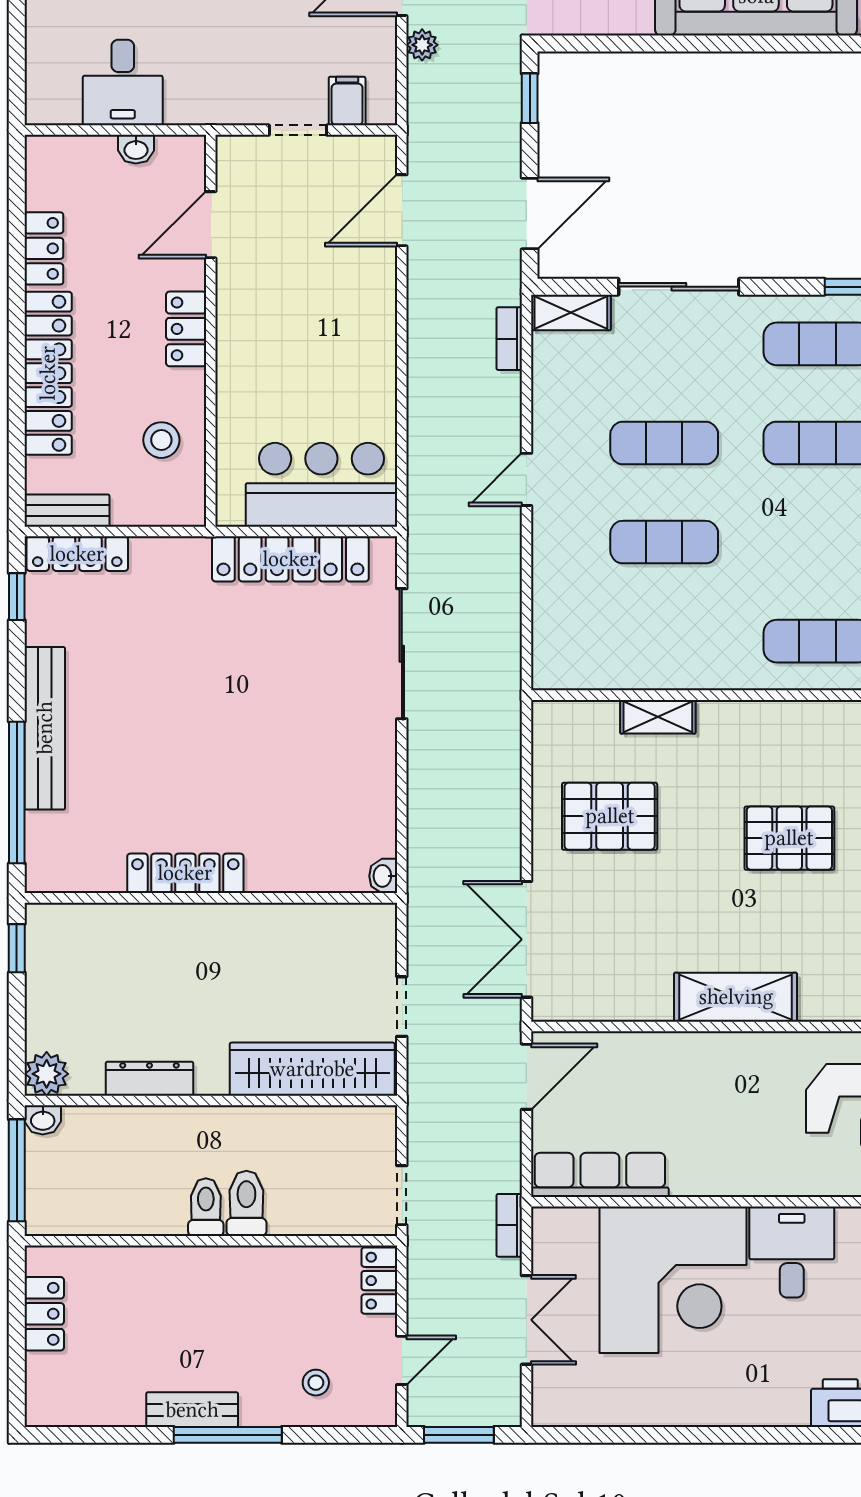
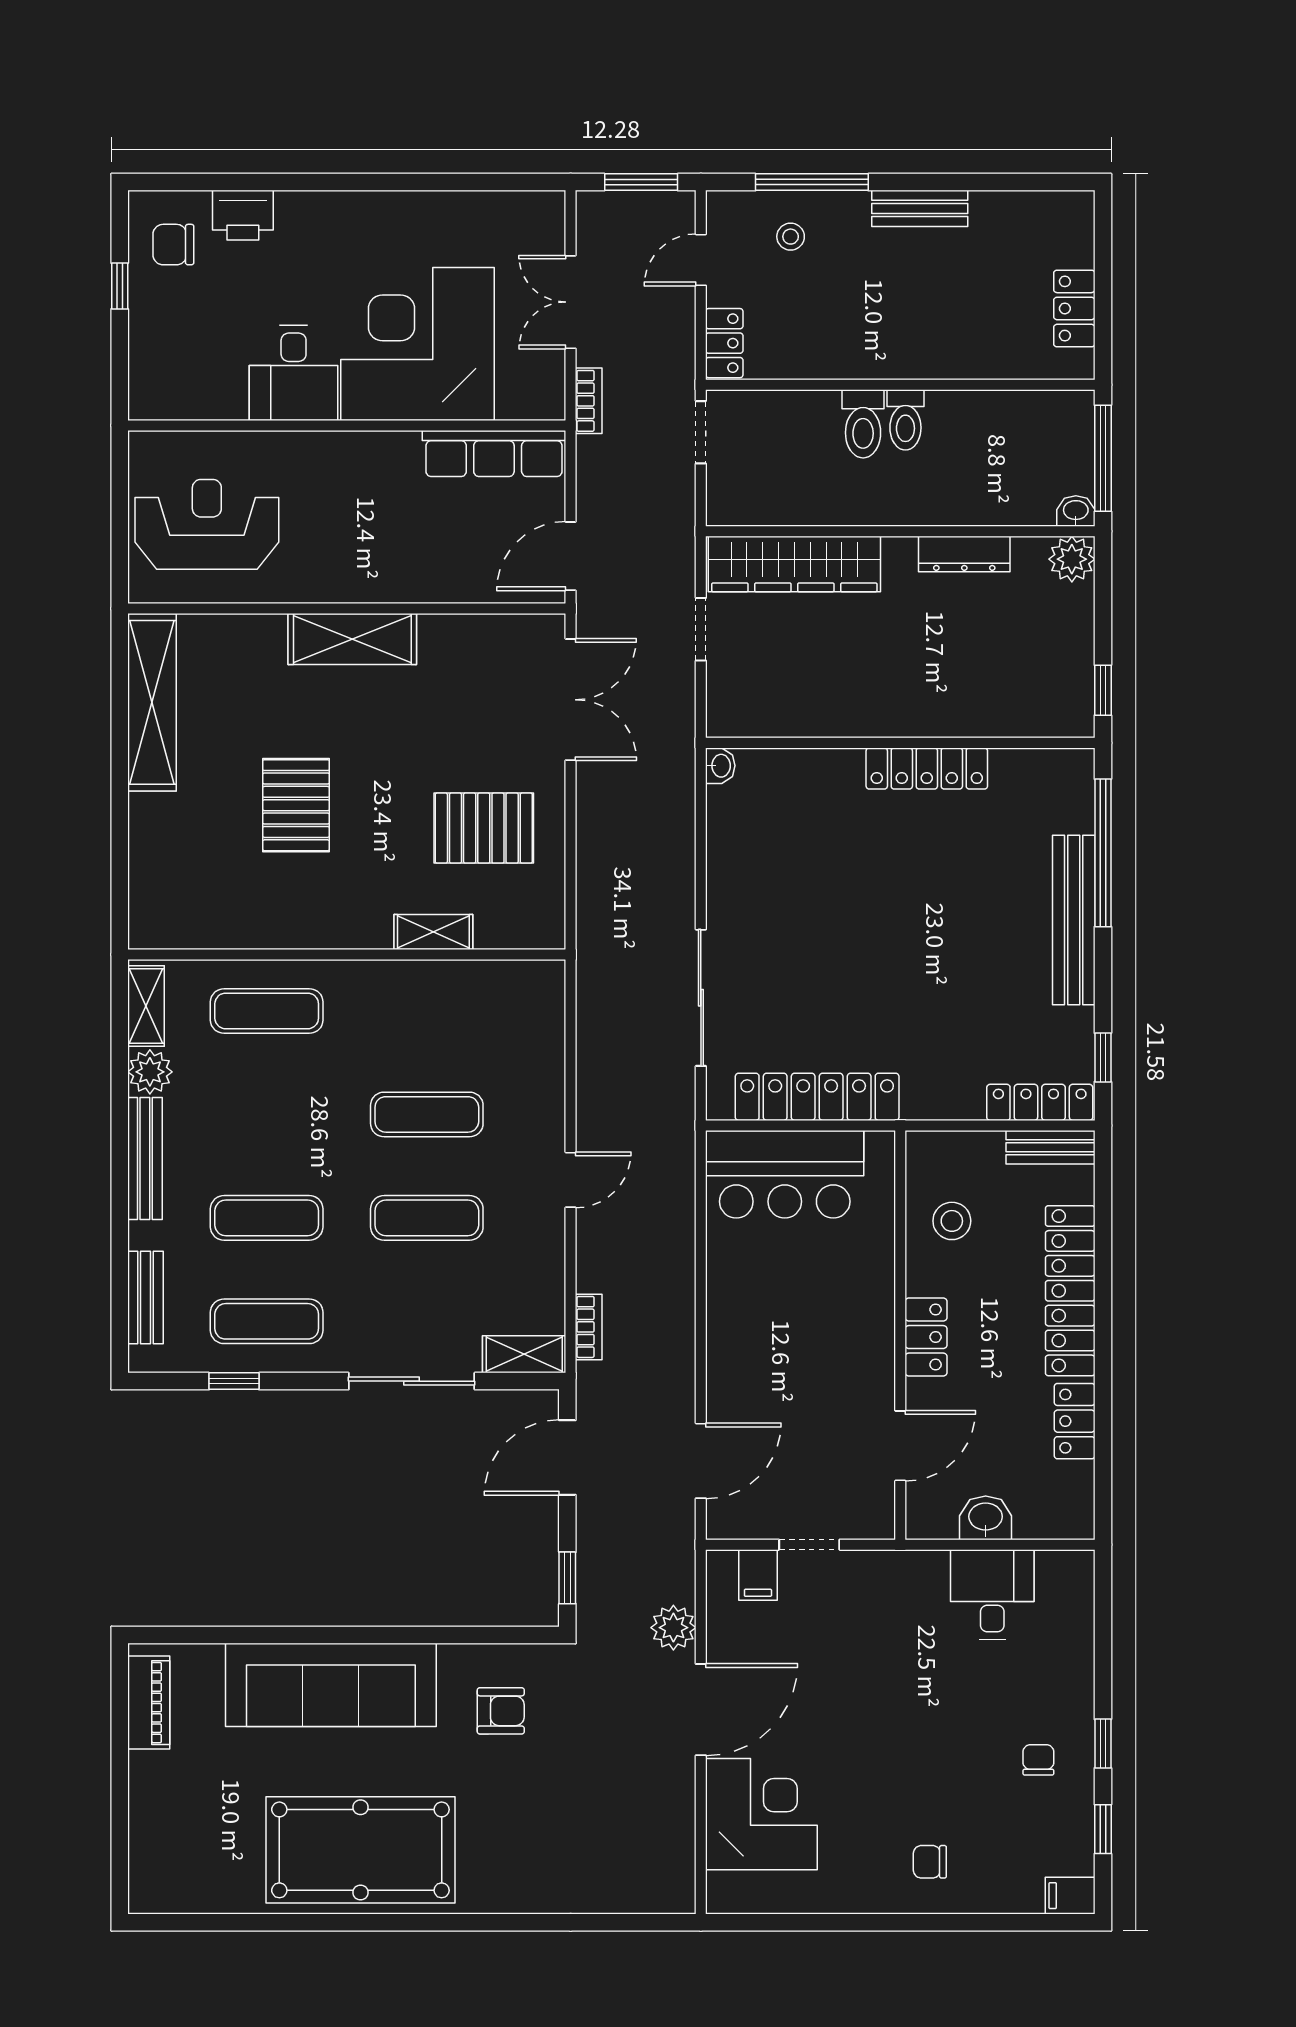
plant: (422, 45) -> (673, 1628), width x1.38, depth x1.38
washbasin: (136, 149) -> (986, 1518), width x1.38, depth x1.45
pallet: (789, 838) -> (296, 805), turned 90
window: (228, 1435) -> (812, 182), moved

